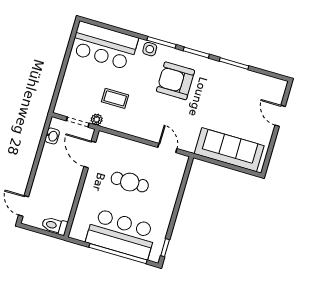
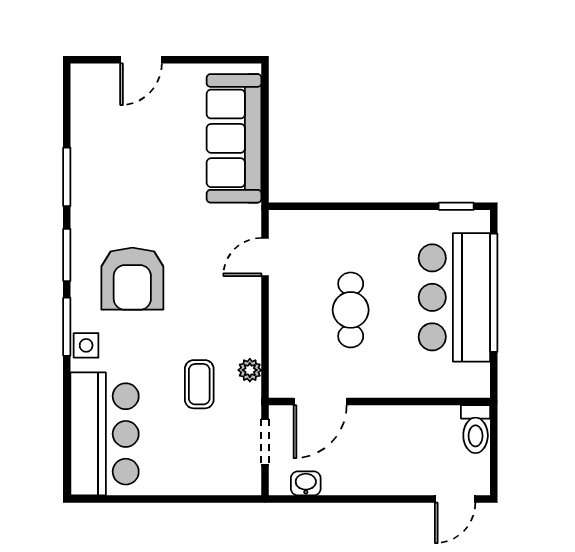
plant: (97, 119) -> (250, 370), moved

